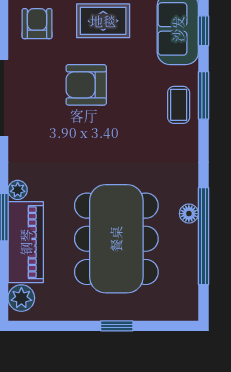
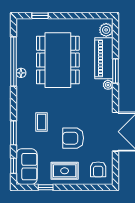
armchair: (86, 85) -> (73, 138), turned 180
coffee table: (179, 105) -> (42, 122), moved
window: (117, 326) -> (40, 16), moved

